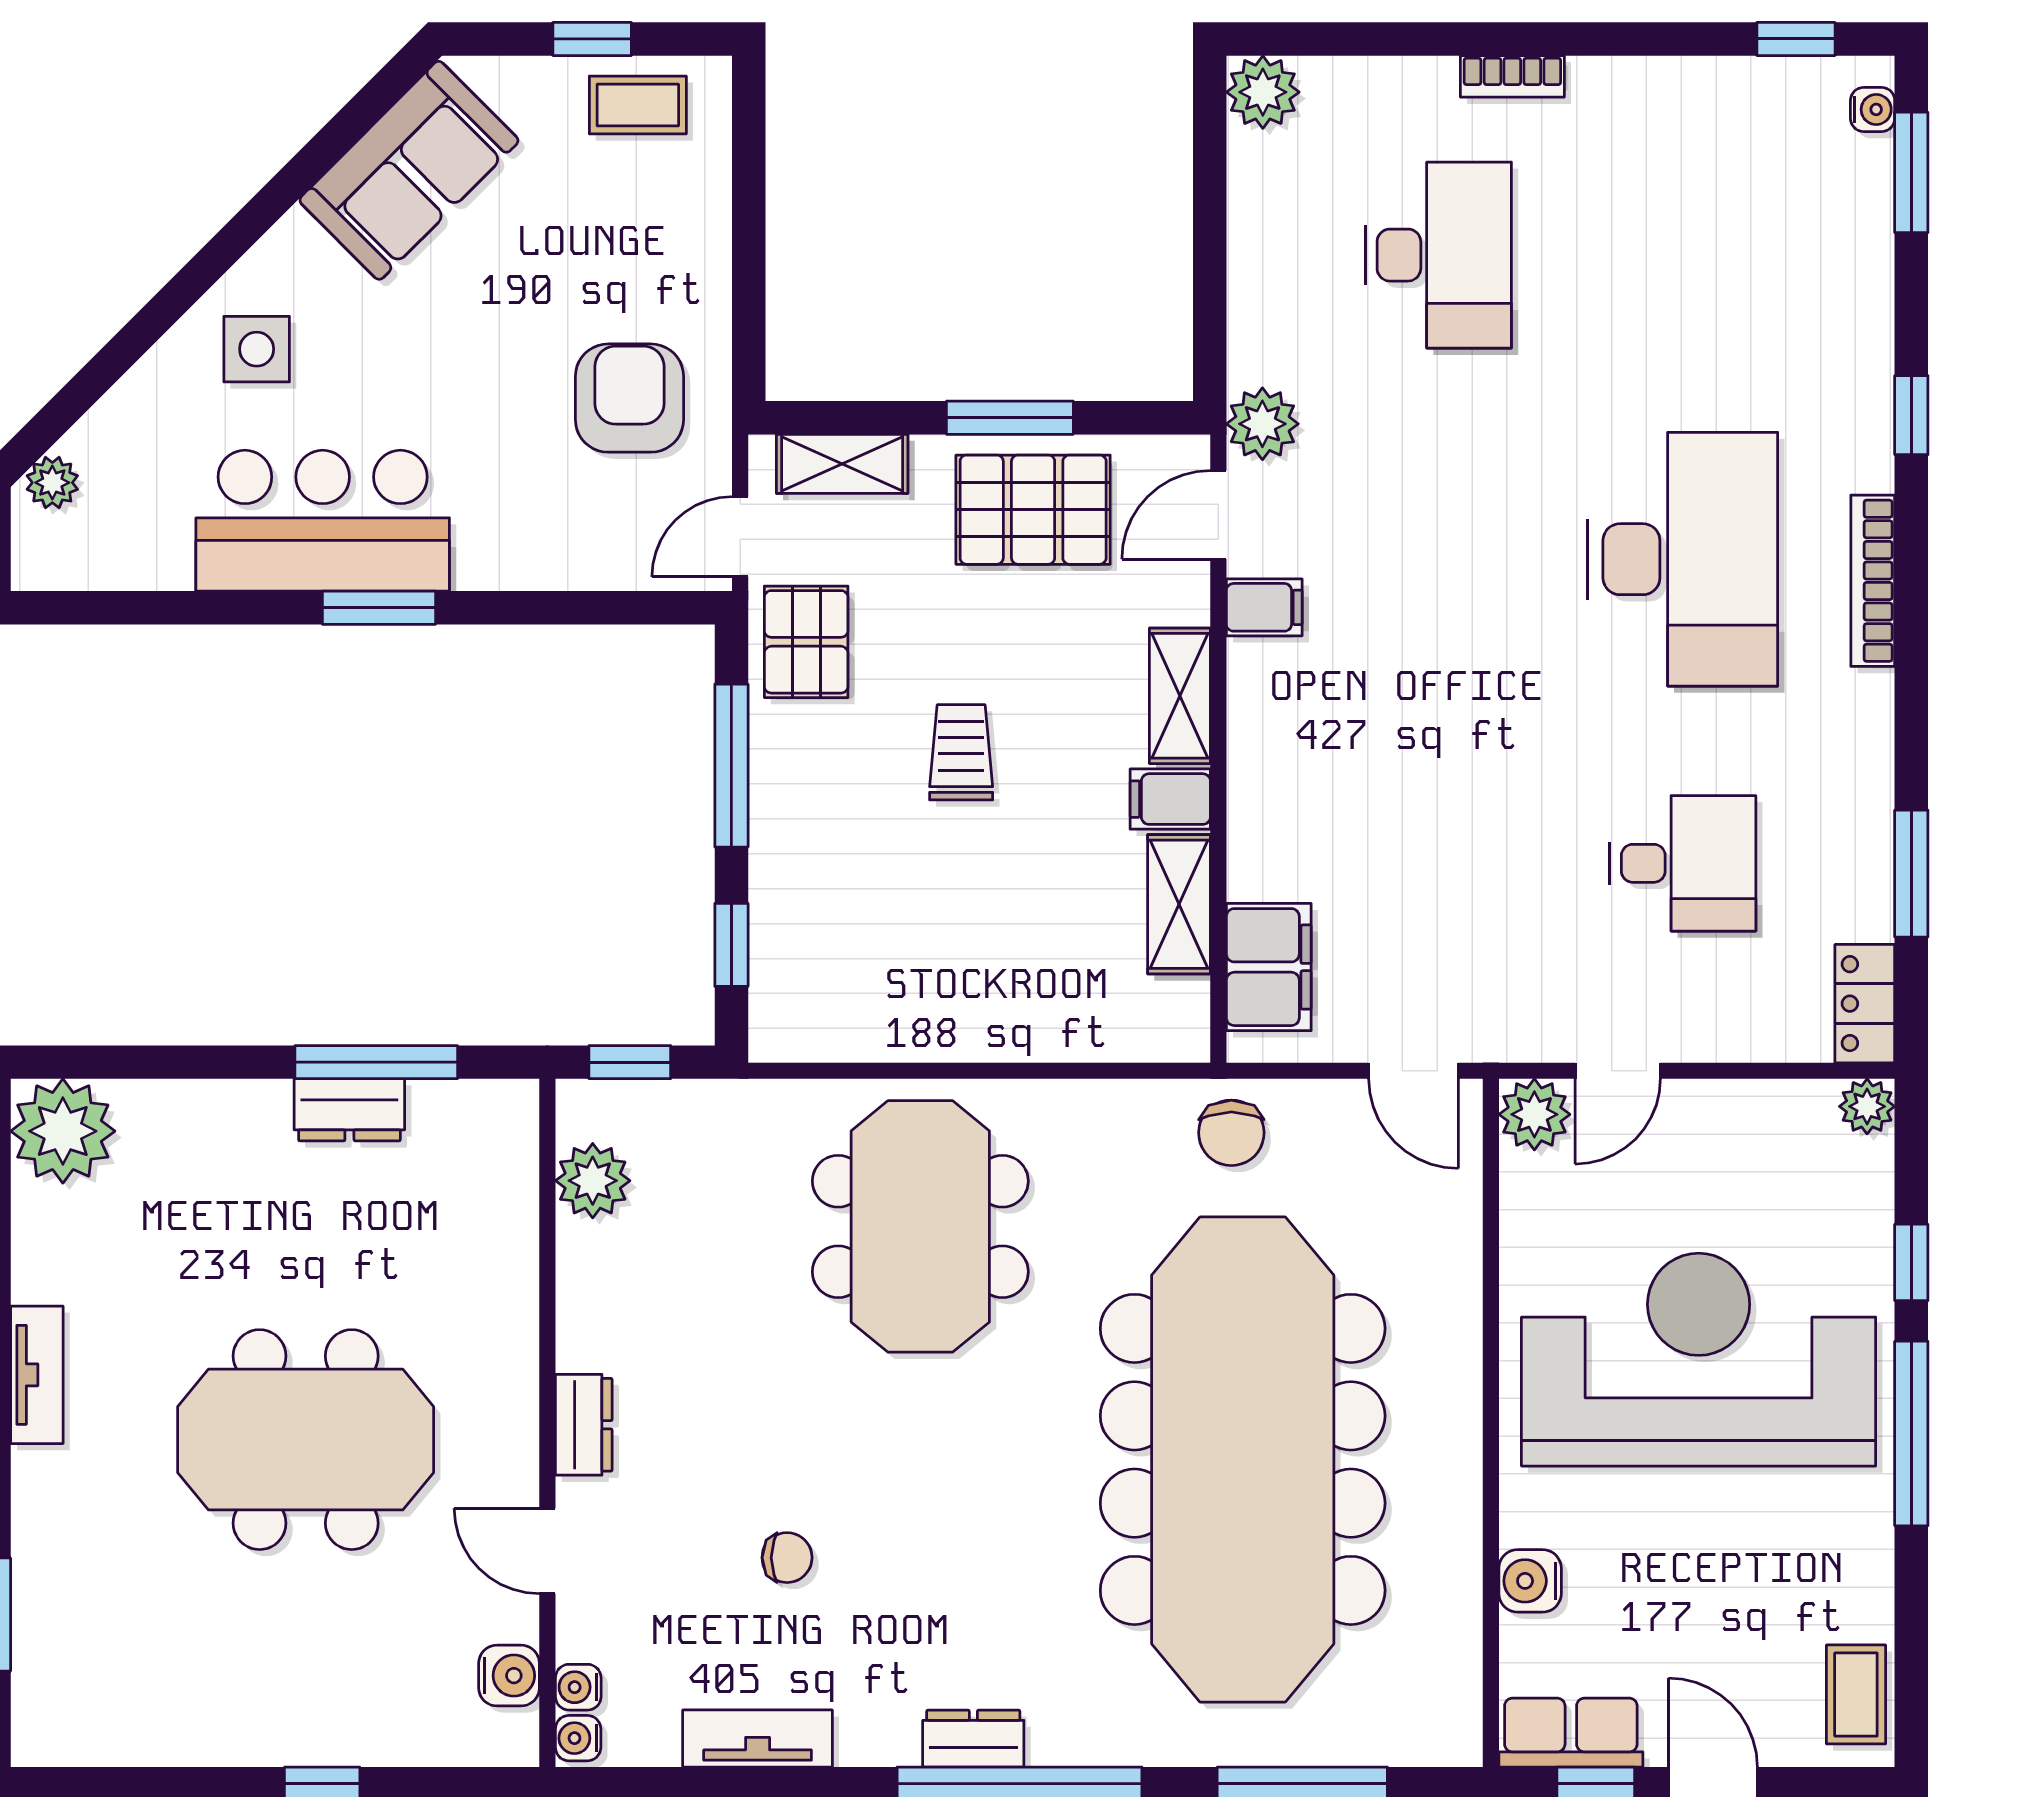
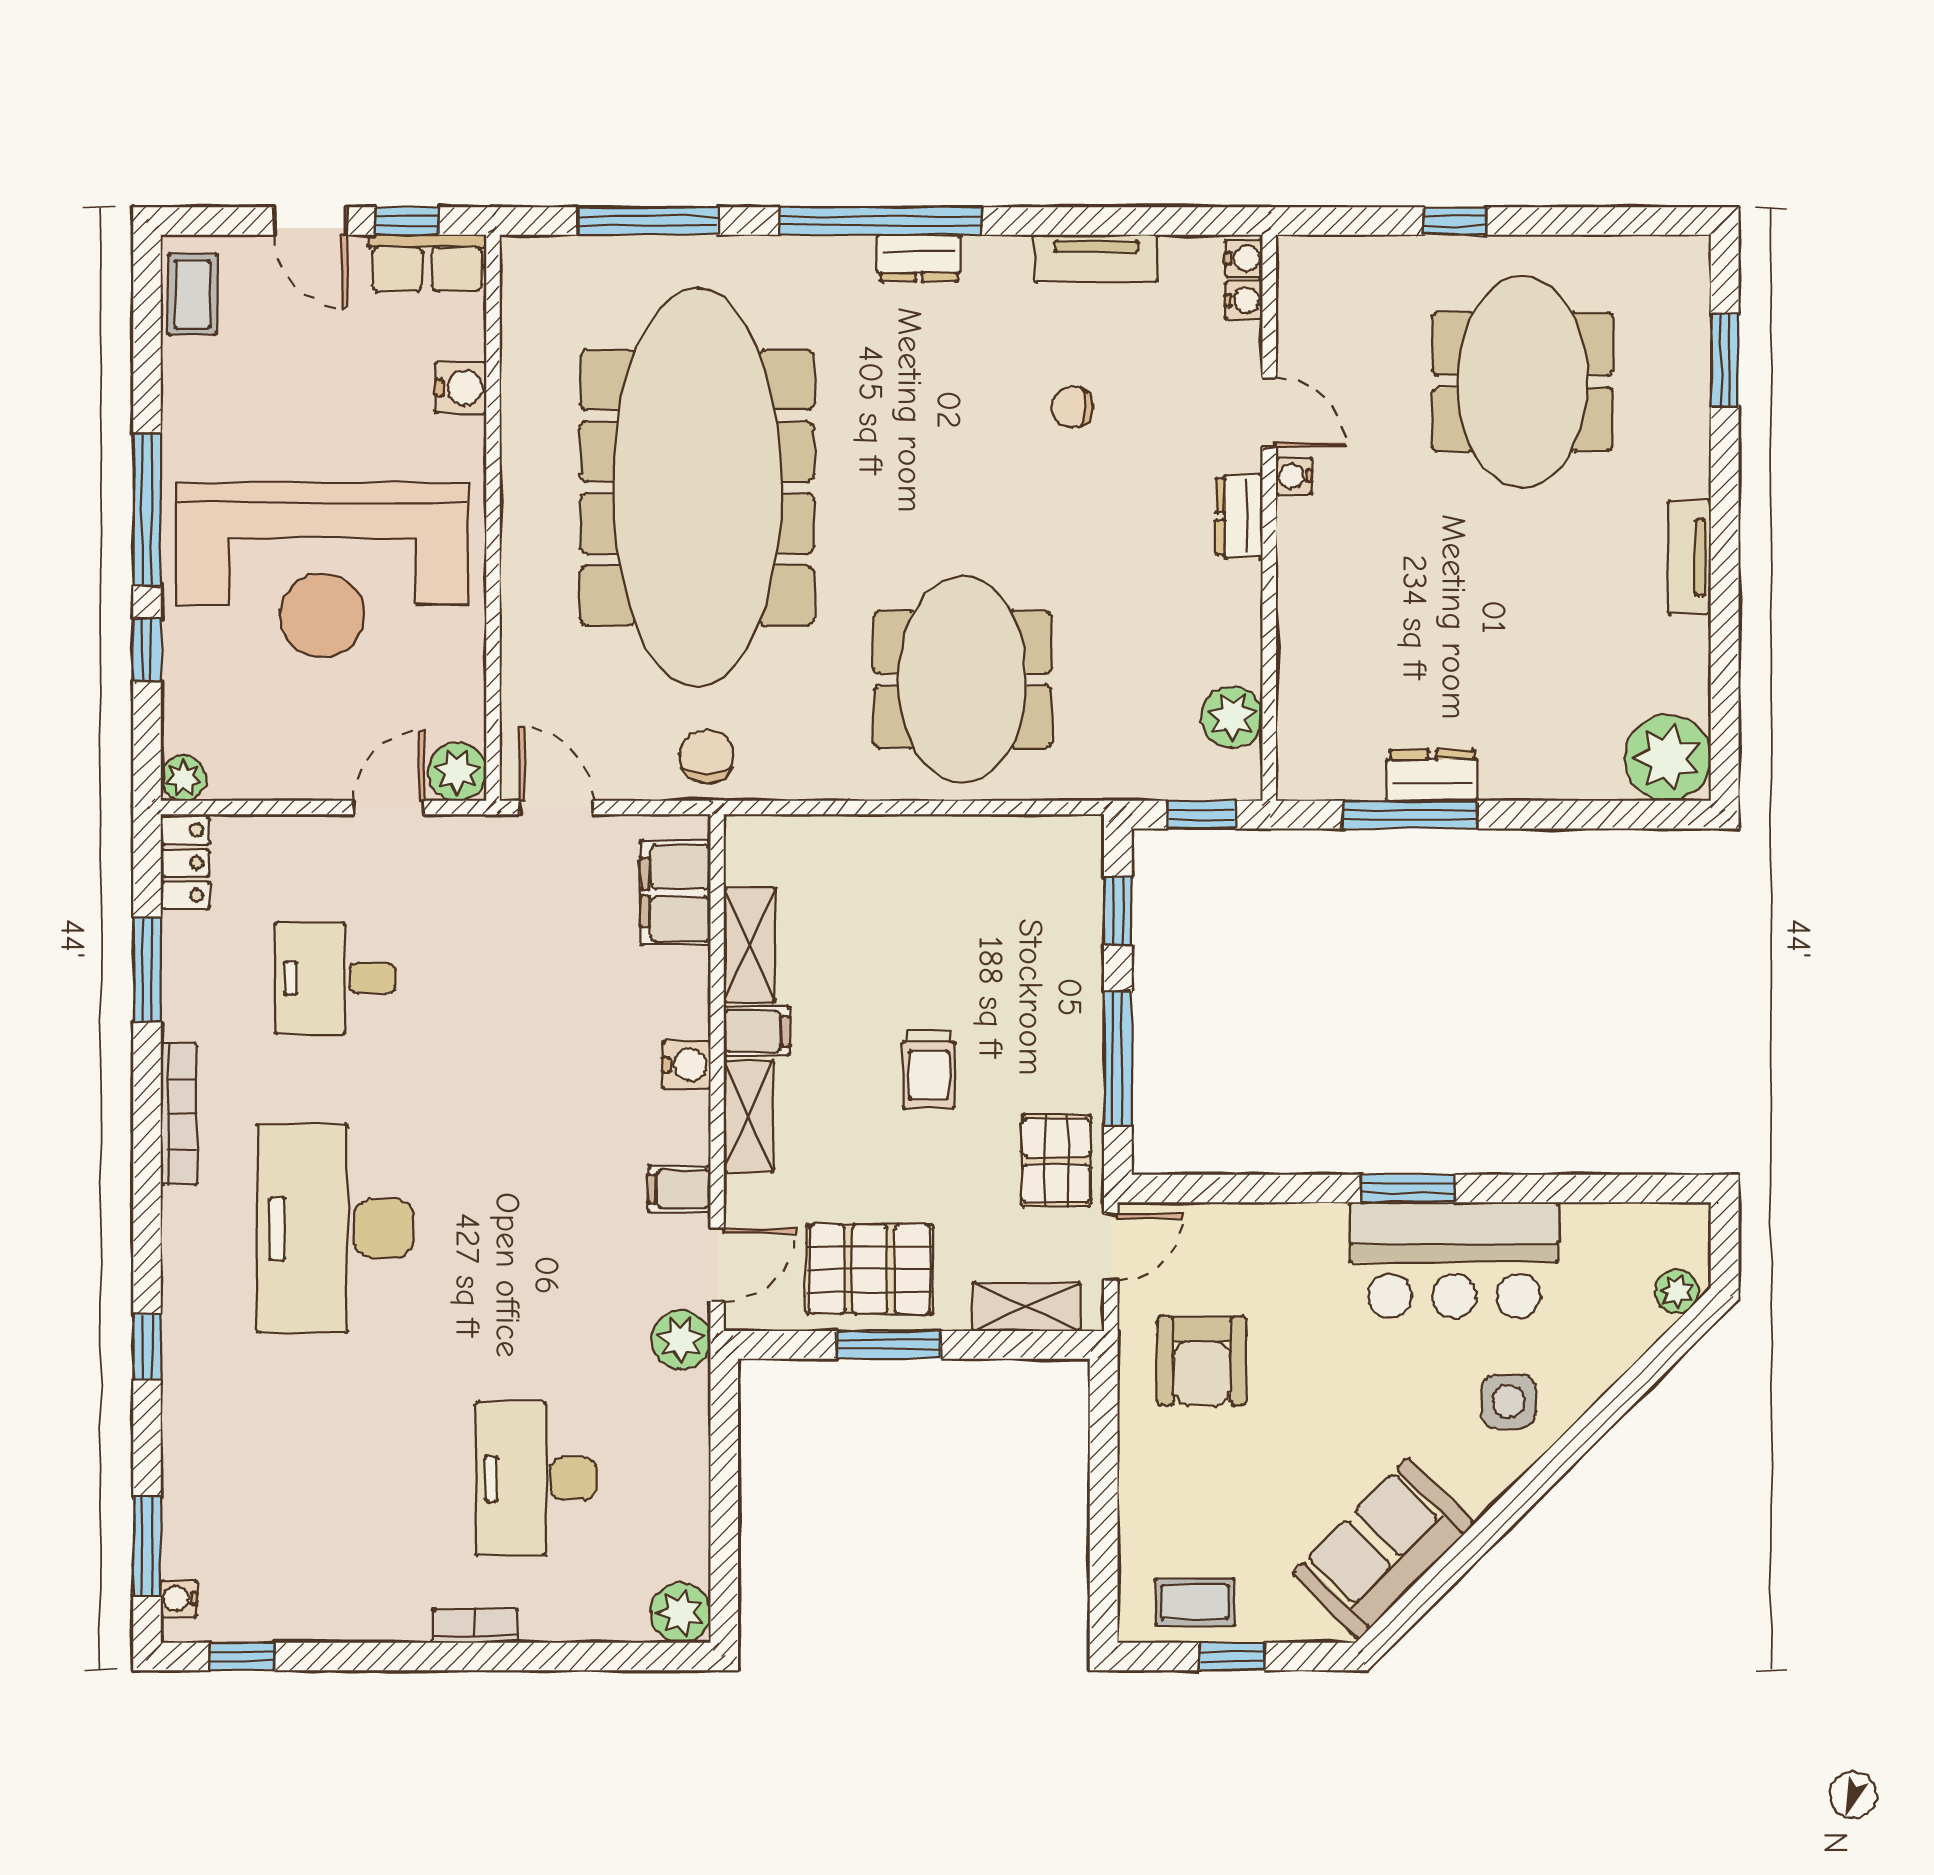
bookcase: (1873, 581) -> (179, 1114), moved
water cooler: (1256, 758) -> (687, 1065), added
meeting table: (306, 1440) -> (1522, 382), moved, turned 90
water cooler: (509, 1676) -> (1294, 476), moved, width x0.72, depth x0.72

